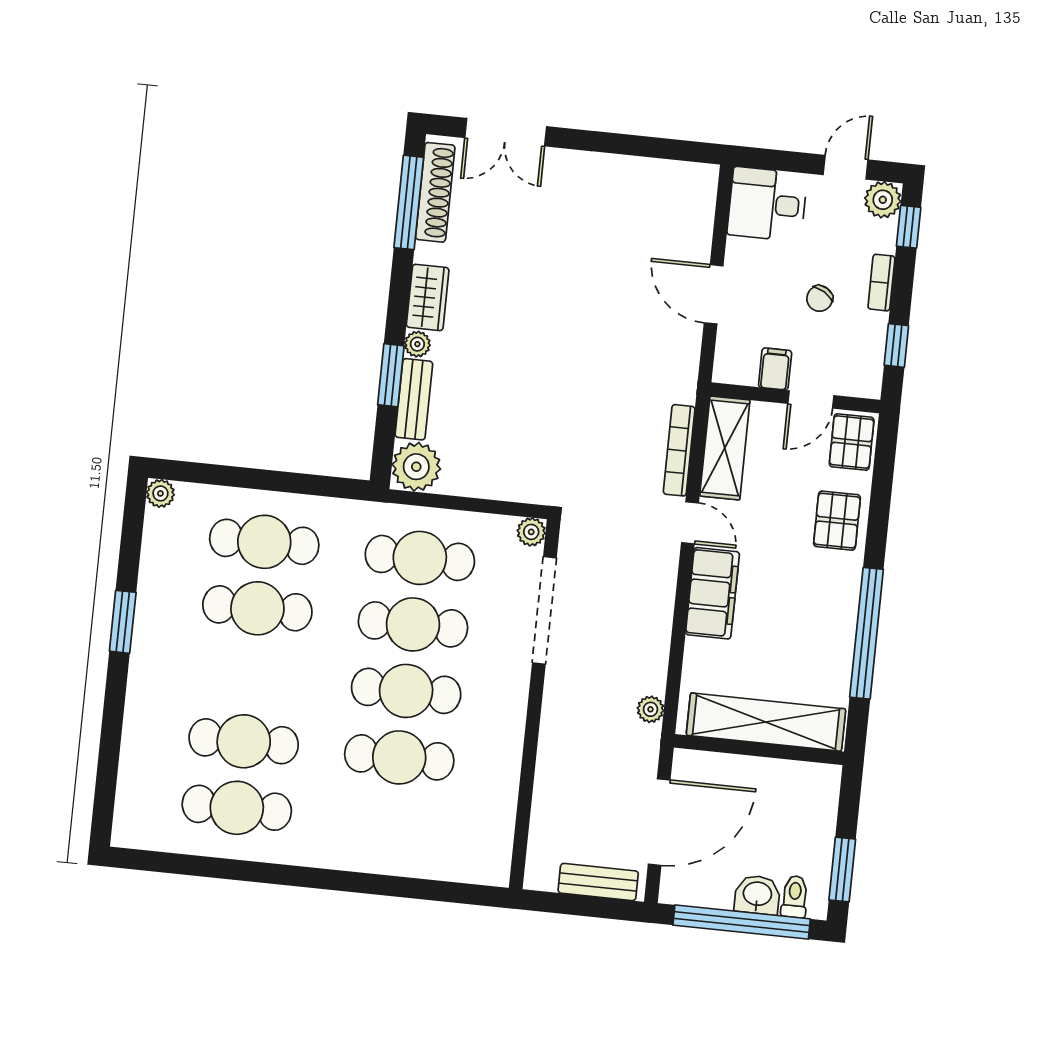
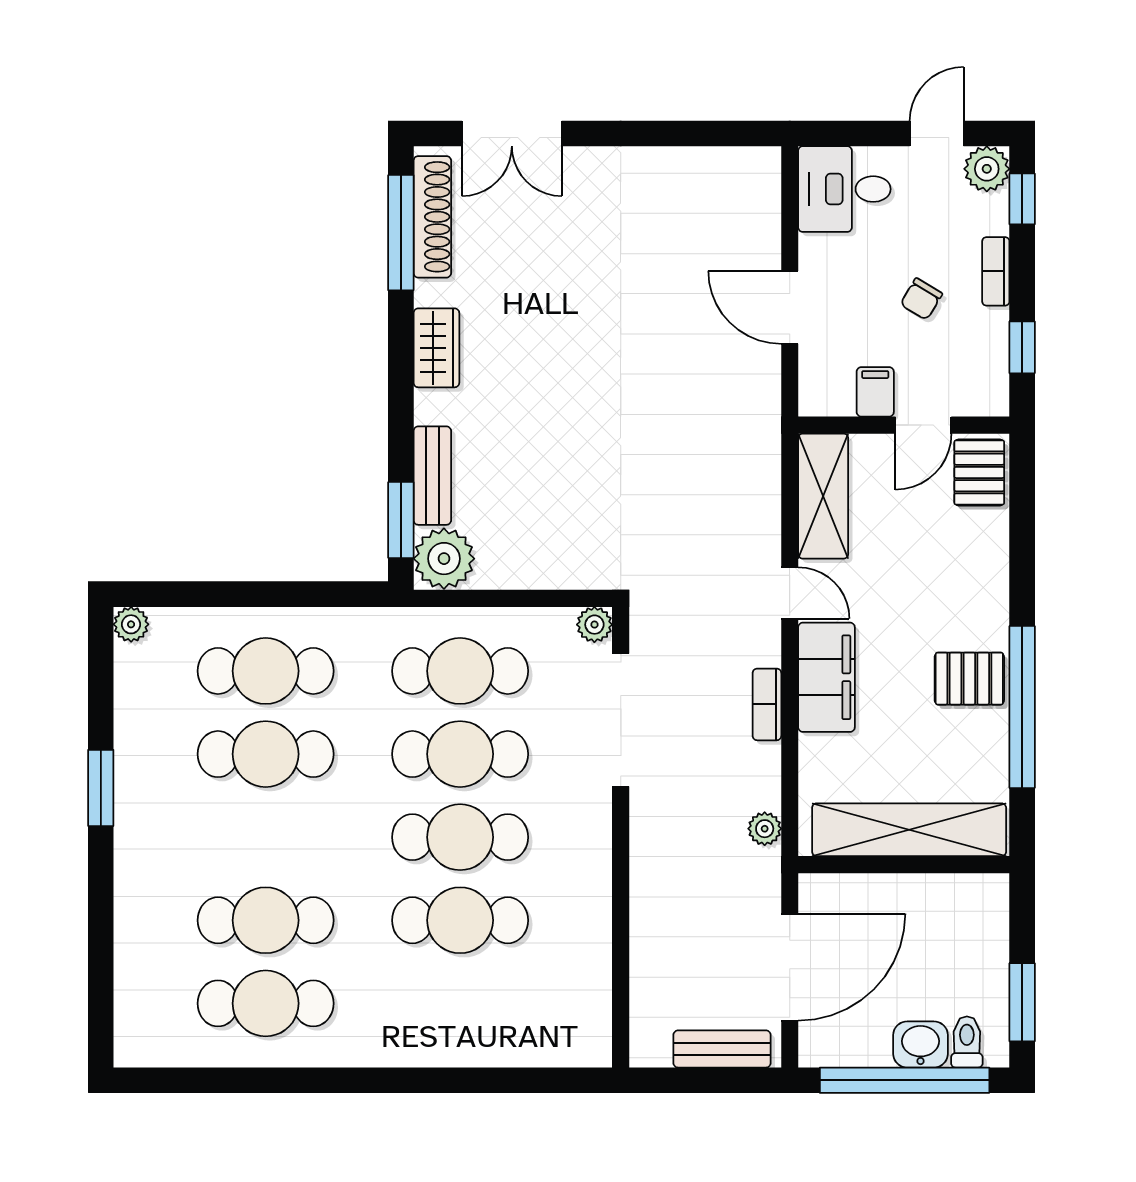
plant: (417, 344) -> (430, 407), removed
window: (391, 375) -> (401, 520), moved
bookcase: (679, 450) -> (767, 704), moved, width x0.64
pallet: (837, 521) -> (969, 679), moved, turned 90

